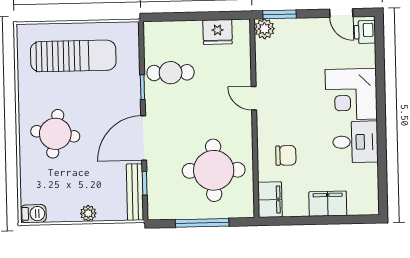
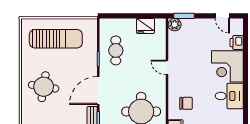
printer: (365, 32) -> (237, 43), moved
cafe table: (171, 73) -> (116, 50), turned 90

